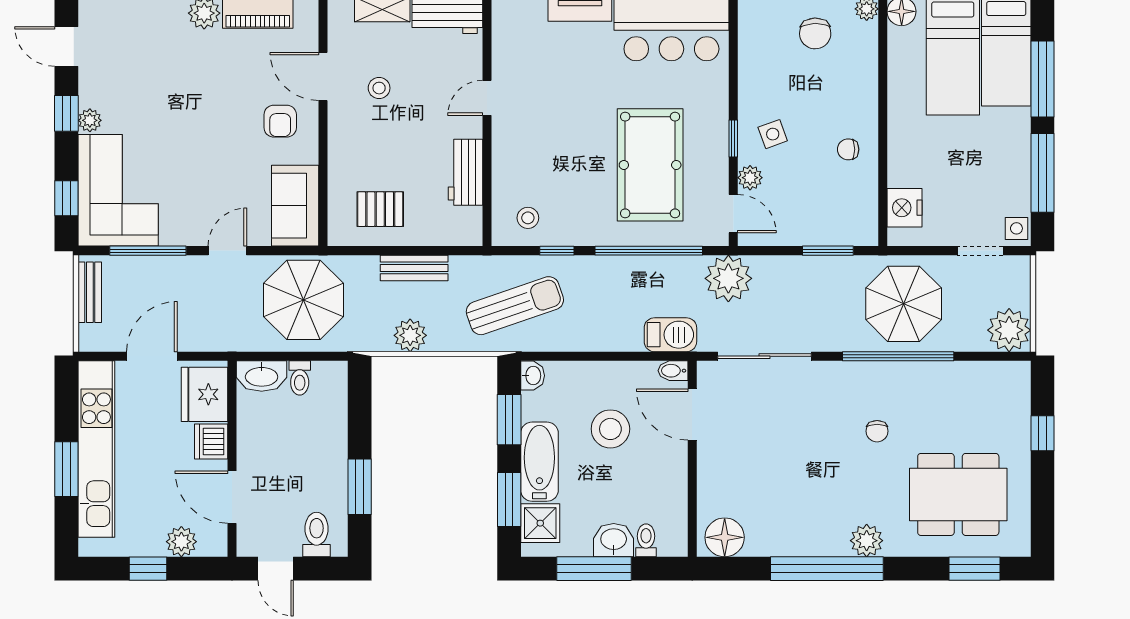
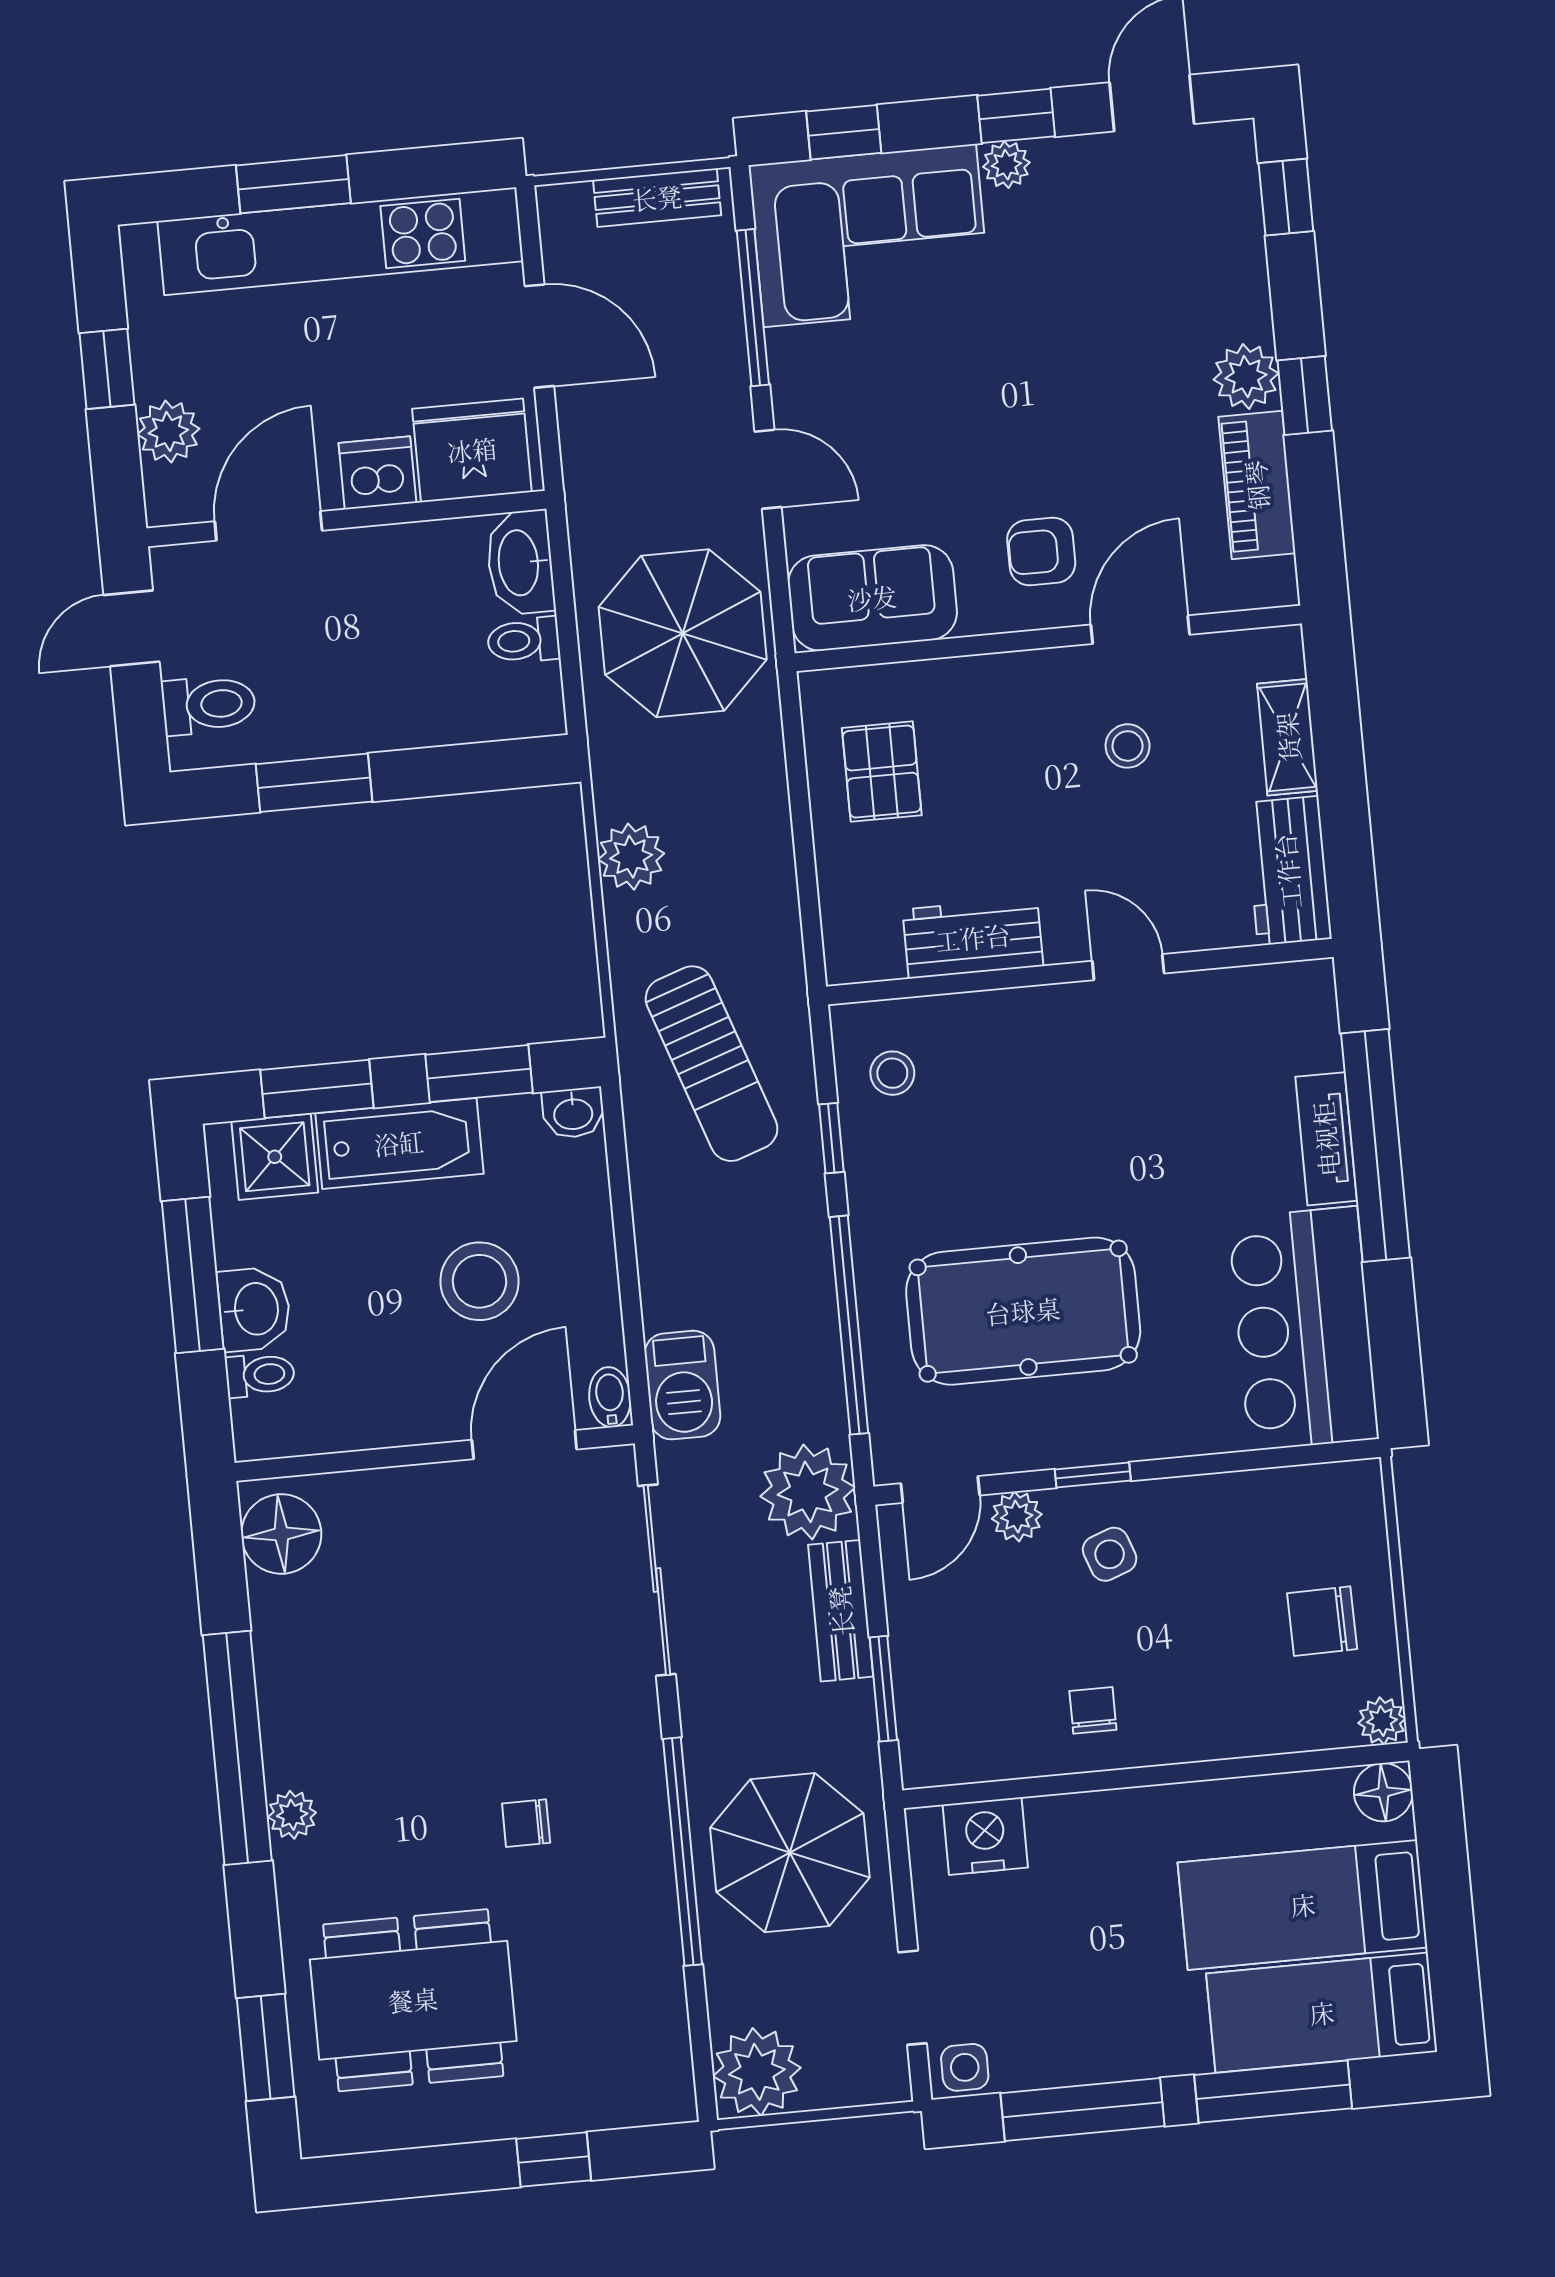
bench: (414, 268) -> (841, 1611), moved
dining table: (958, 494) -> (413, 2000), turned 90
plant: (867, 541) -> (292, 1815), width x0.73, depth x0.73

